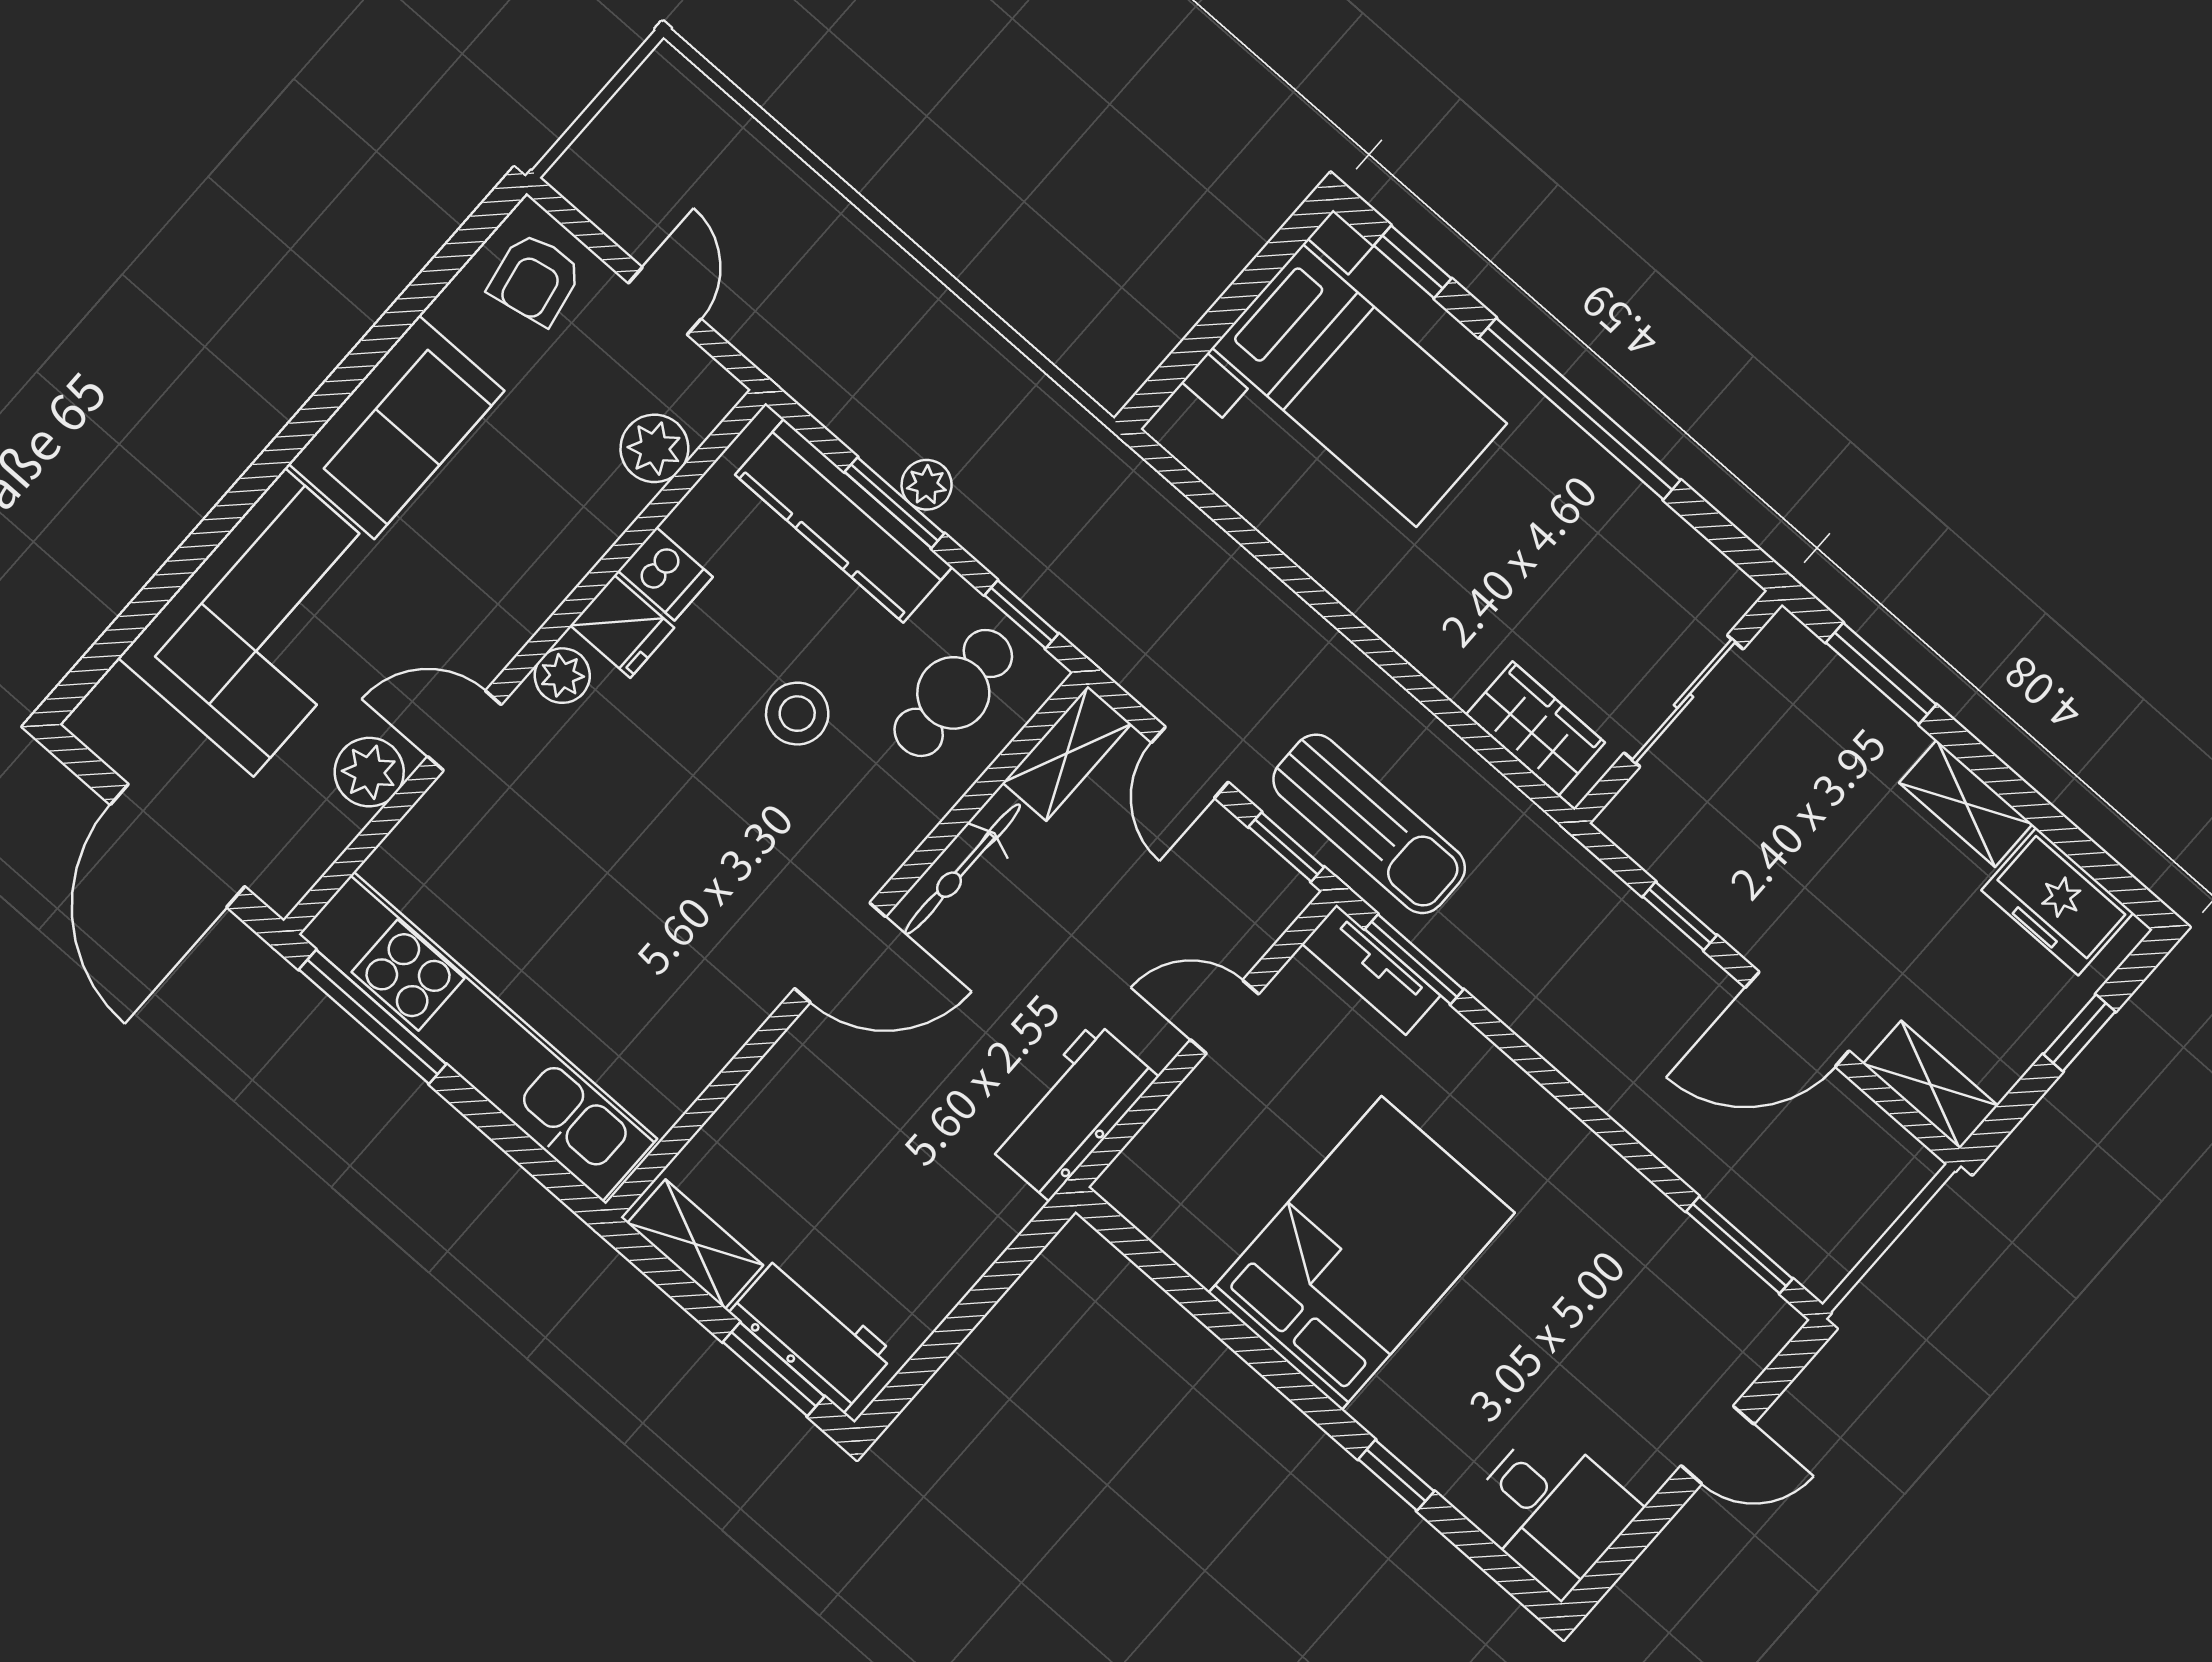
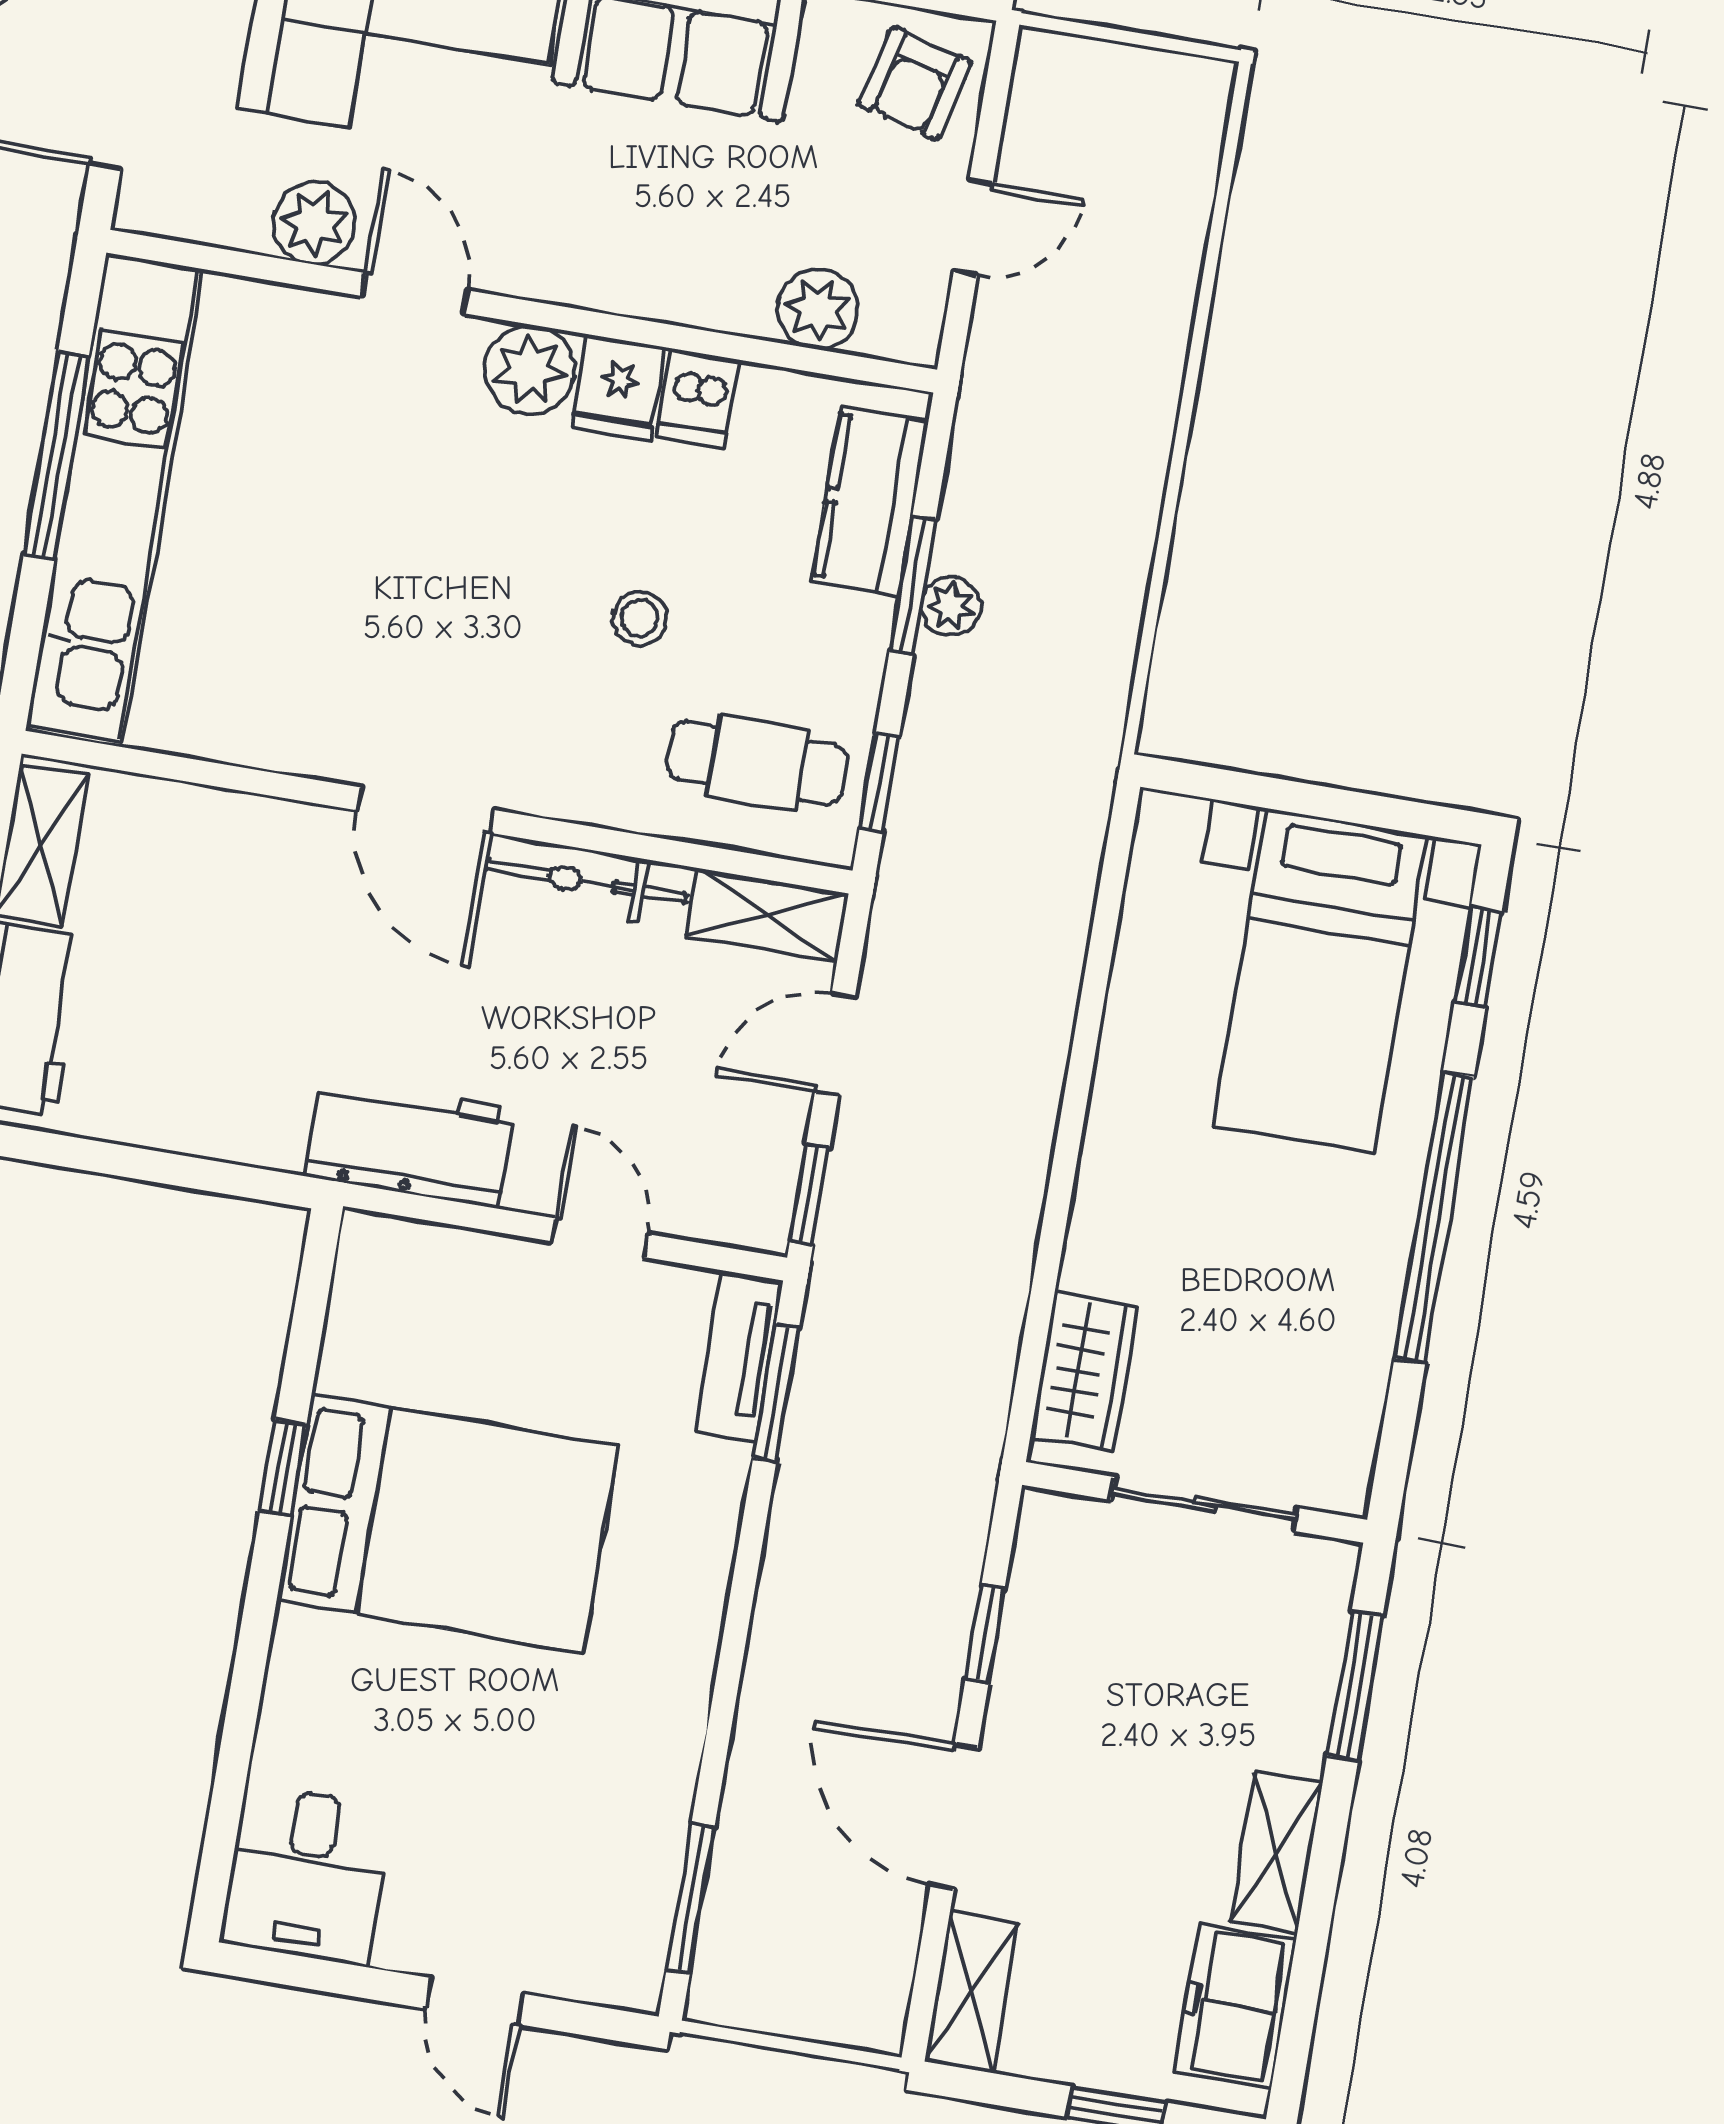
armchair: (535, 279) -> (915, 83), turned -64
kitchen counter: (844, 521) -> (870, 501), width x0.67
plant: (562, 676) -> (530, 370), width x1.38, depth x1.38
stool: (797, 714) -> (640, 618), width x0.73, depth x0.73
sun lounger: (1369, 824) -> (884, 1263), removed
window: (373, 1017) -> (56, 455), moved
window: (1396, 1475) -> (283, 1468), moved

